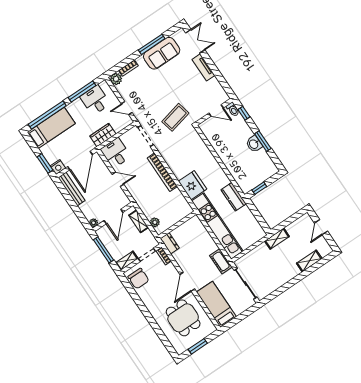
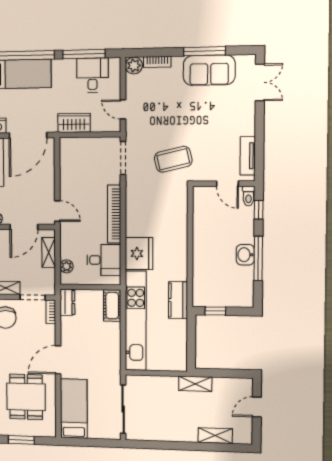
tv unit: (203, 67) -> (248, 156), moved
window: (263, 141) -> (258, 258), width x1.44
desk: (116, 153) -> (104, 260), moved, turned 90
door: (118, 179) -> (57, 211), moved
cot: (221, 261) -> (112, 306), moved

